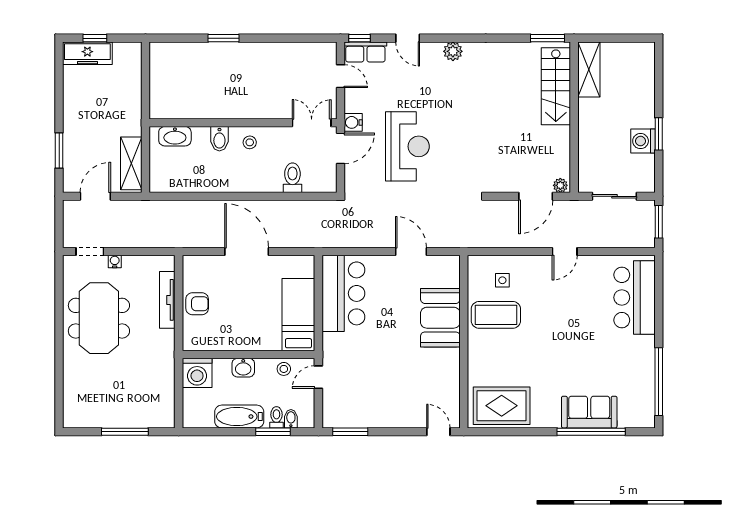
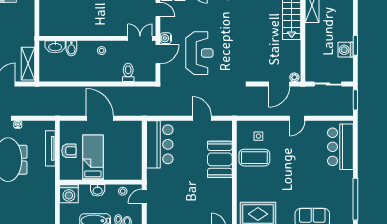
bidet: (219, 139) -> (71, 48), moved
bed: (298, 315) -> (93, 157), moved

